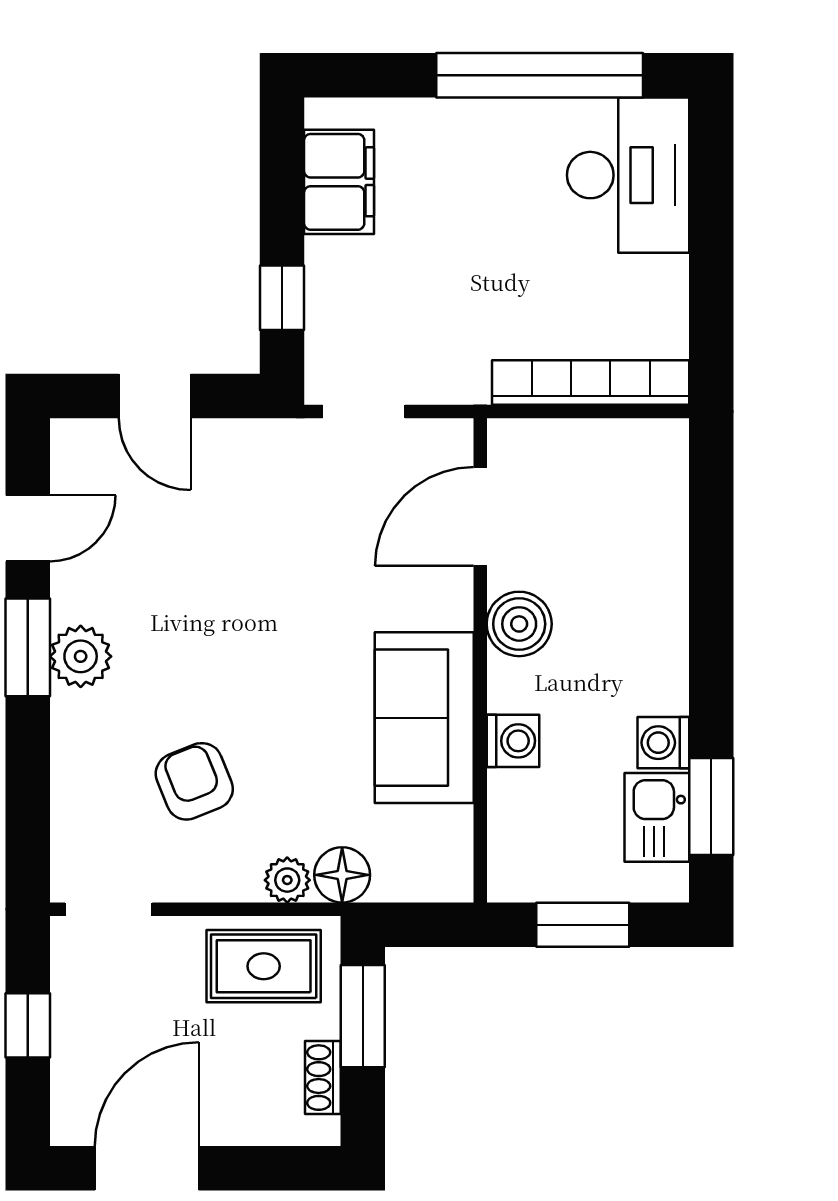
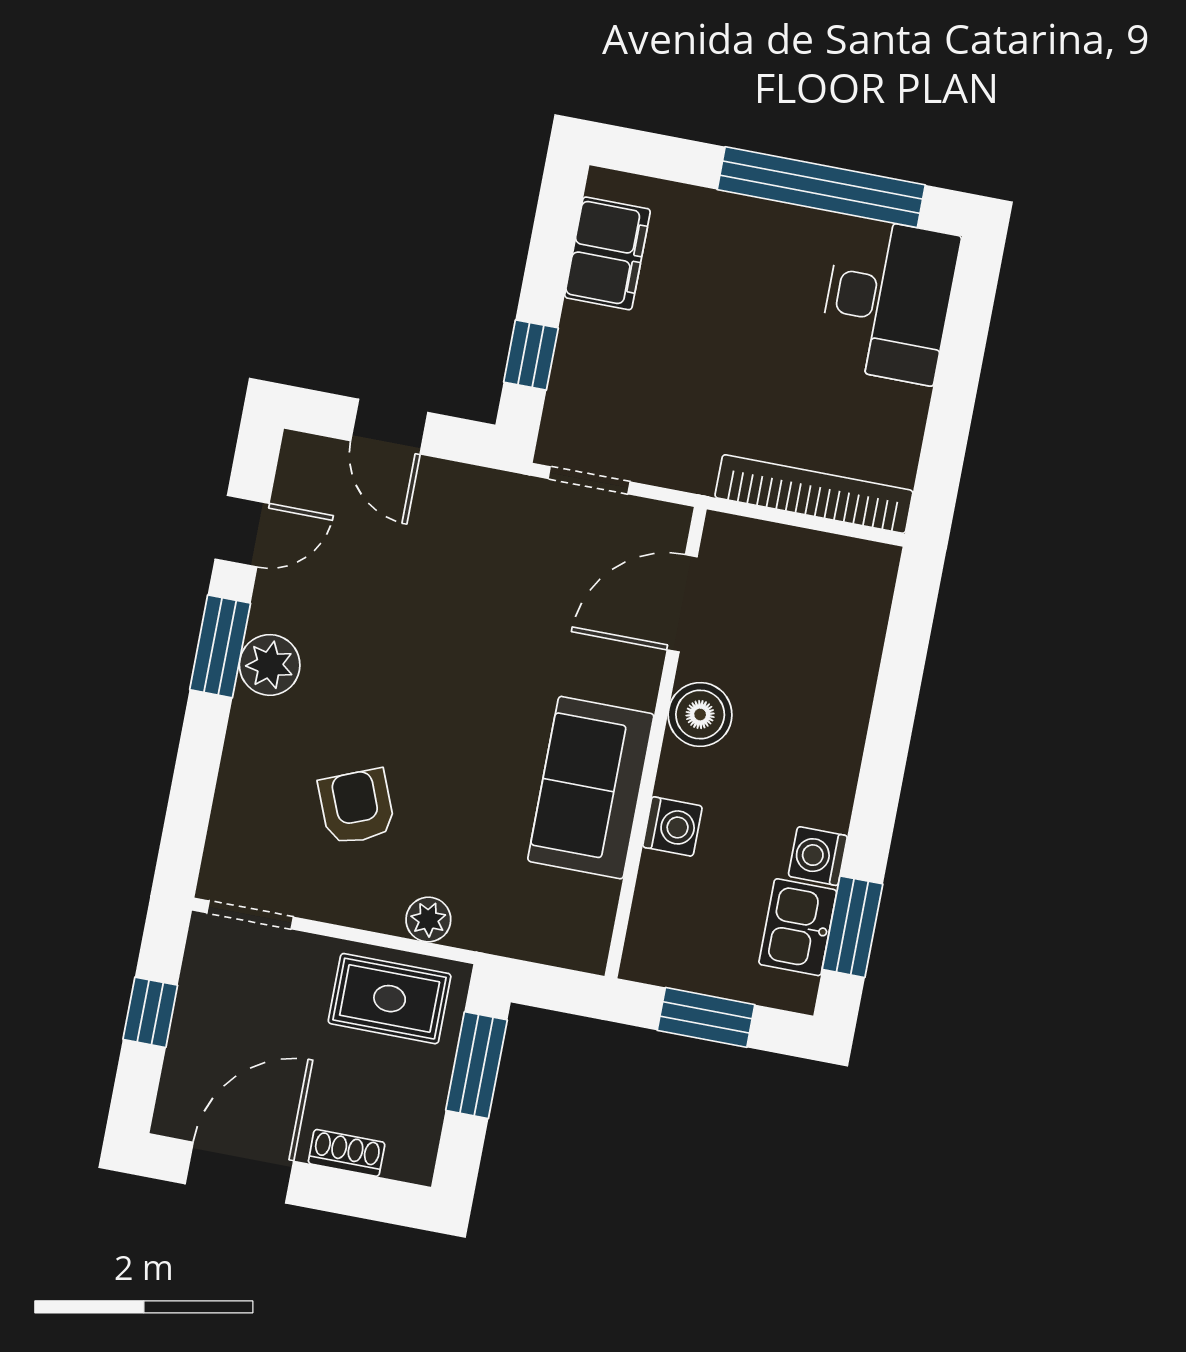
floor lamp: (342, 875) -> (482, 925), removed
shoe rack: (323, 1078) -> (347, 1153), moved, turned 90

